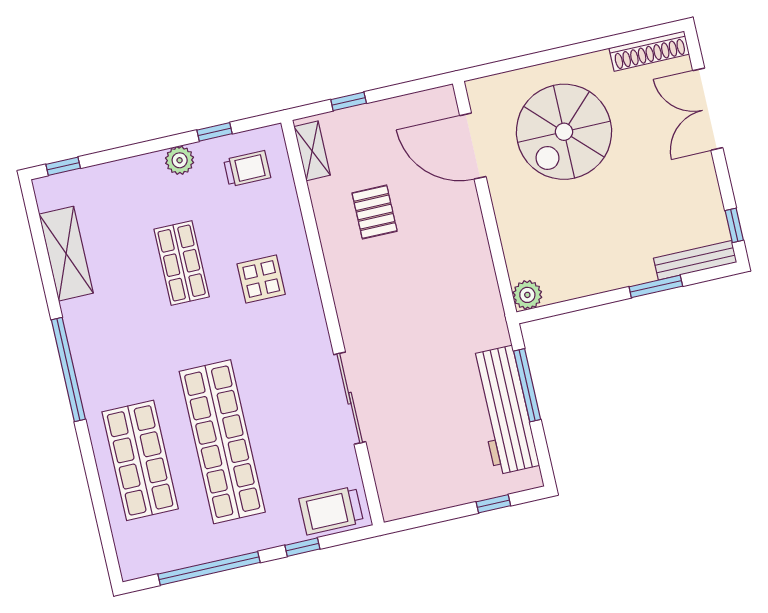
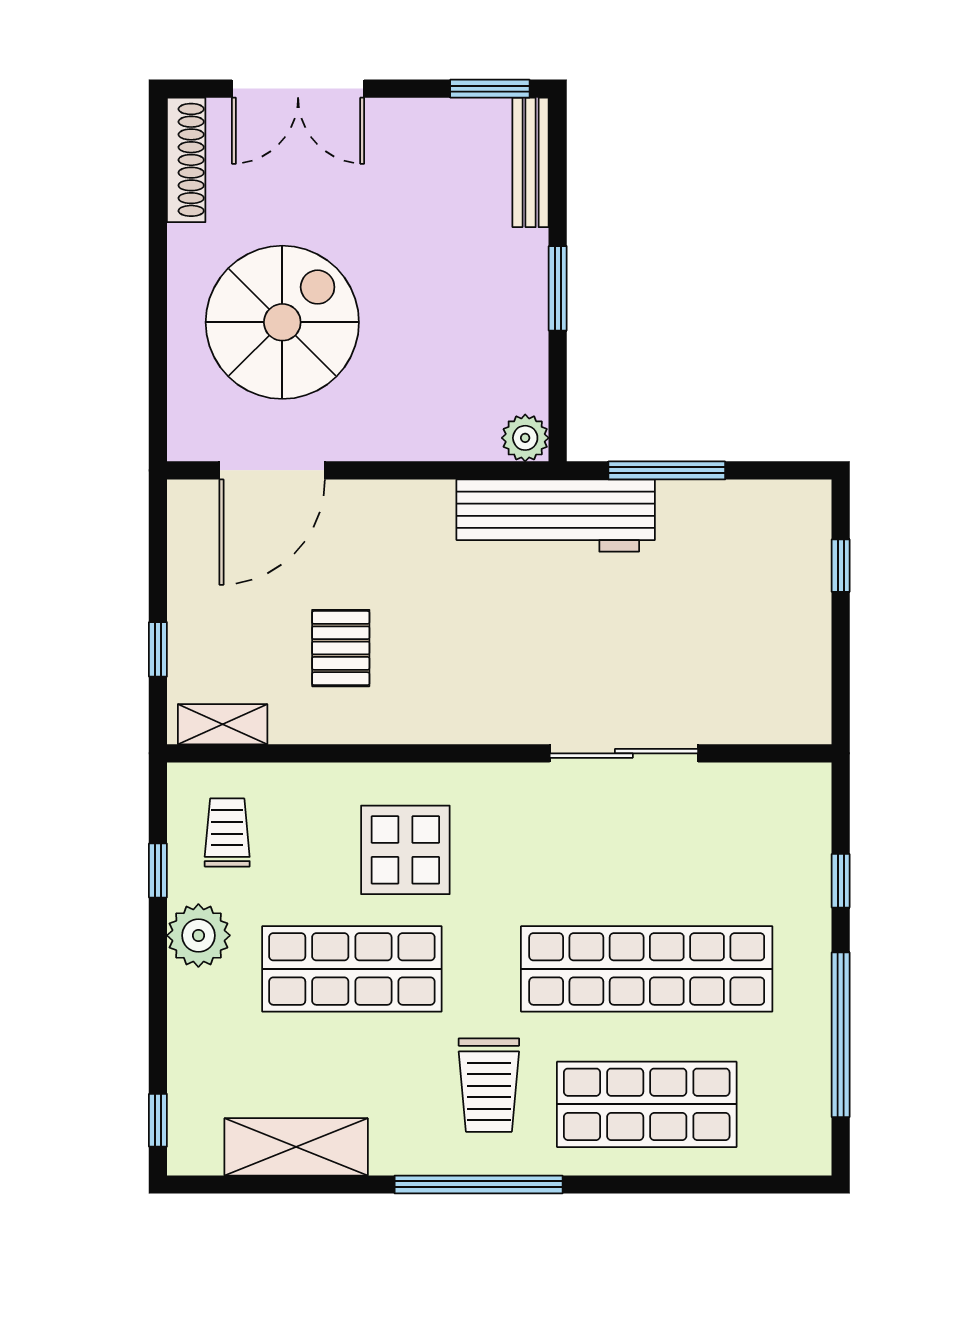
spiral stairs: (564, 132) -> (282, 322), turned -90
plant: (180, 160) -> (198, 935), width x1.36, depth x1.36
pallet: (375, 212) -> (341, 648), turned 90
window: (734, 225) -> (490, 89), width x1.50
shop shelf: (182, 263) -> (352, 969), width x1.43, depth x1.36
display table: (261, 279) -> (405, 850), width x1.36, depth x1.36
window: (656, 286) -> (558, 288), moved
workbench: (504, 410) -> (556, 516), moved
trolley: (331, 510) -> (489, 1085), moved

